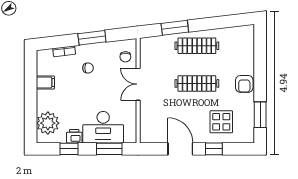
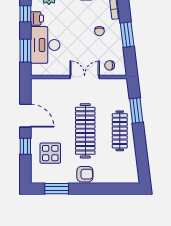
clothes rail: (197, 83) -> (85, 131), width x1.37, depth x1.31
armchair: (244, 84) -> (85, 174), turned 180
door: (180, 149) -> (25, 116), hinge flipped

